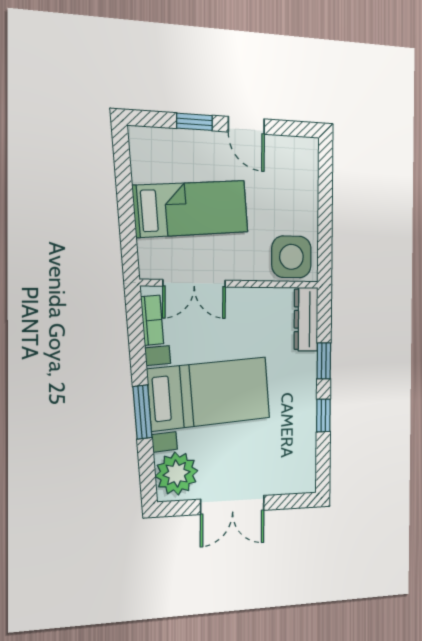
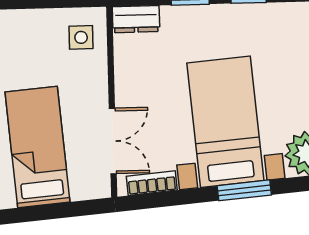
side table: (291, 257) -> (81, 37), width x0.54, depth x0.54
dresser: (306, 319) -> (136, 19), width x0.70

